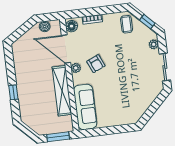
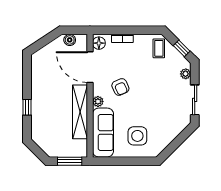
plant: (76, 68) -> (98, 101), moved
side table: (117, 106) -> (137, 136), added

